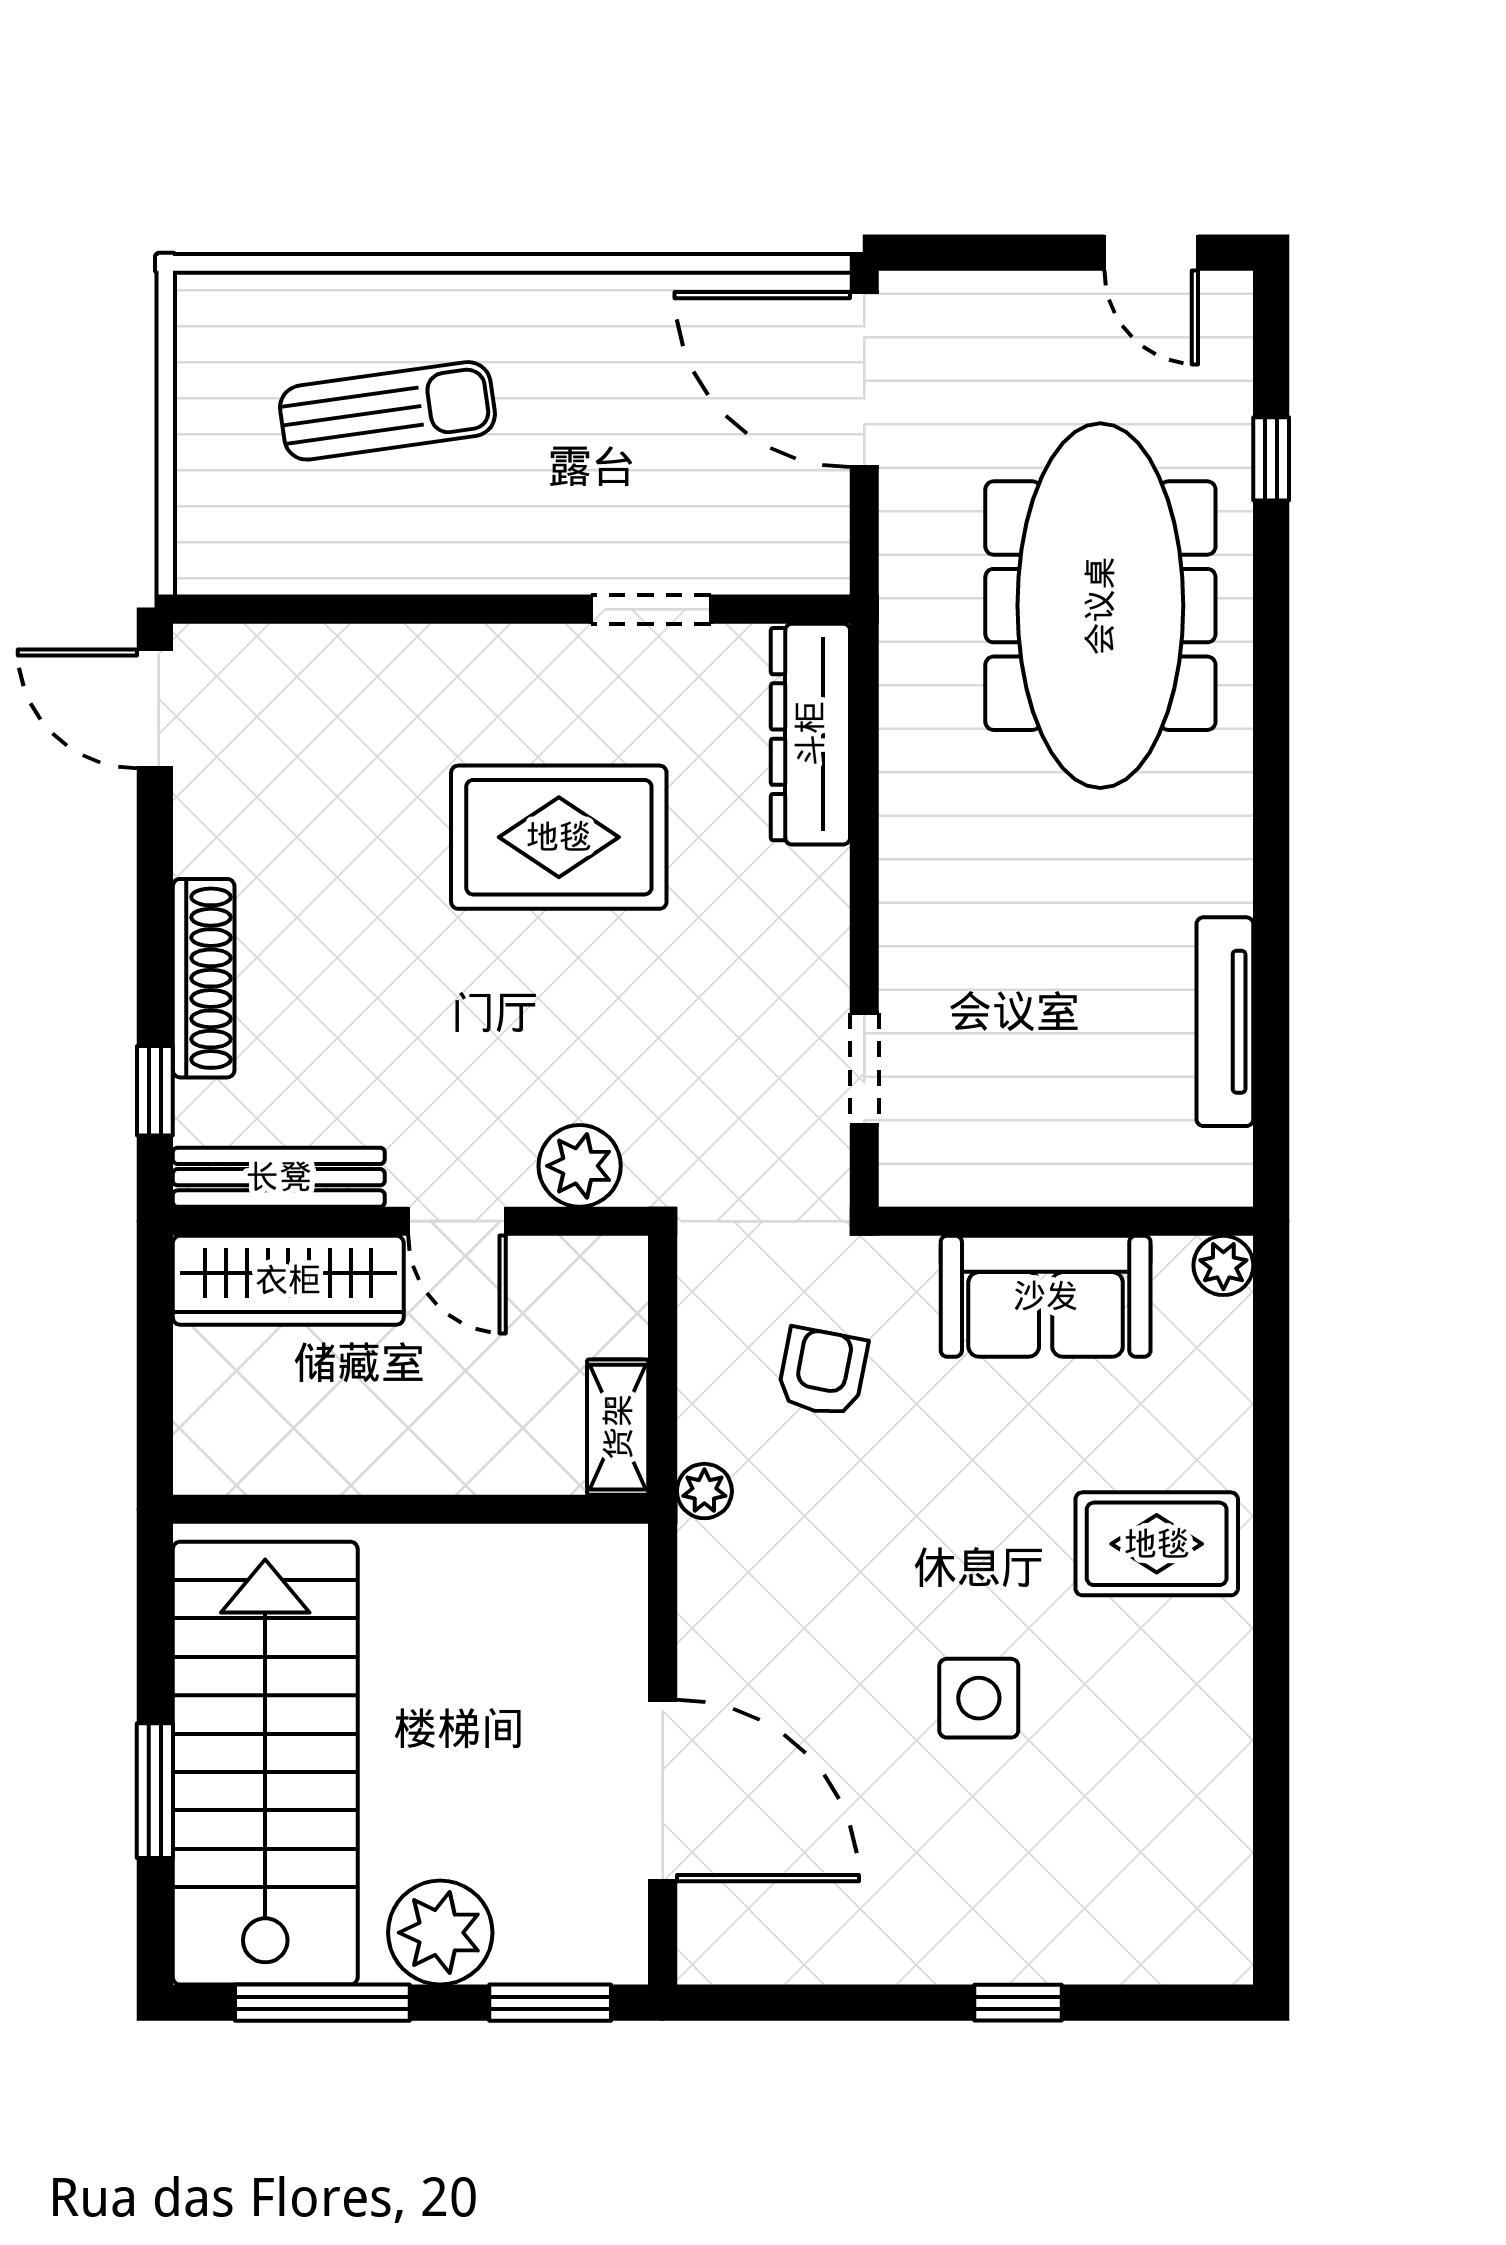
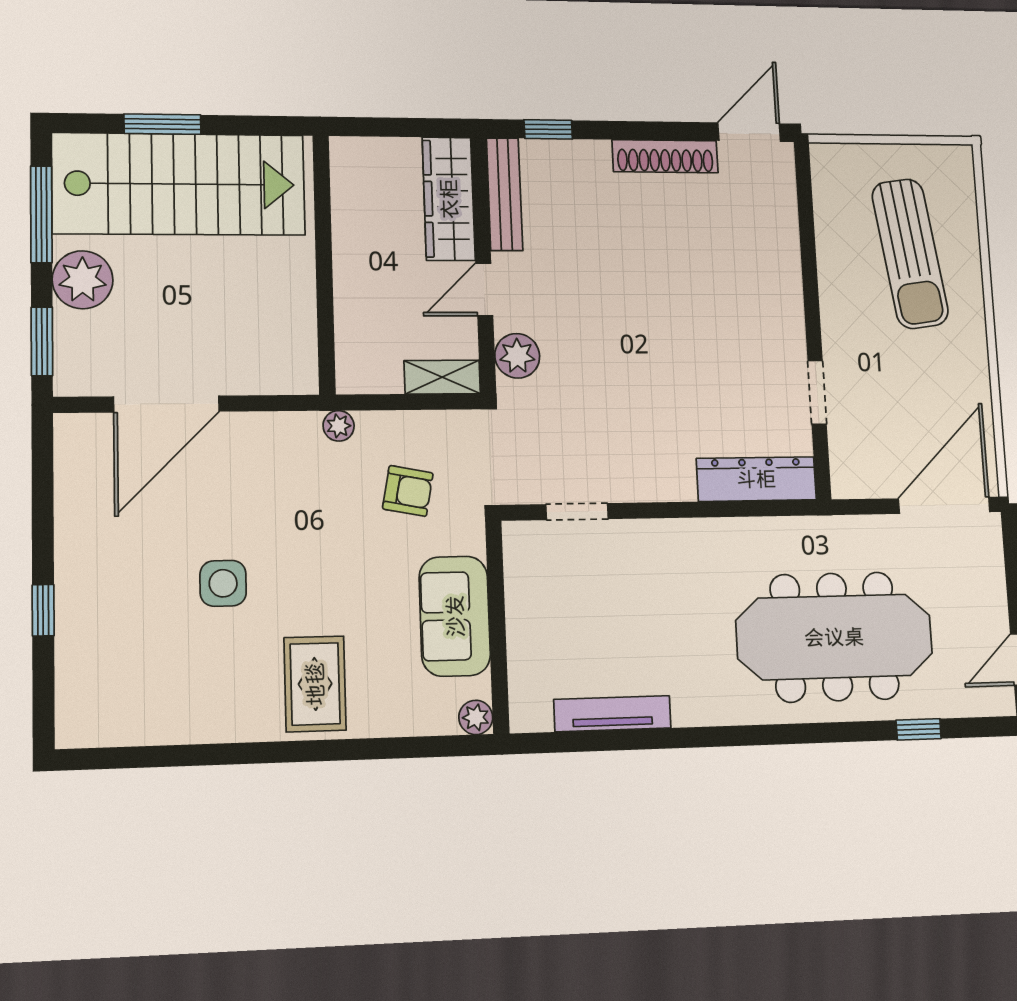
sun lounger: (387, 411) -> (910, 254), width x1.36, depth x1.34
rug: (559, 837) -> (694, 344), removed
shoe rack: (204, 978) -> (665, 156), moved
shelving: (618, 1427) -> (442, 377), moved

